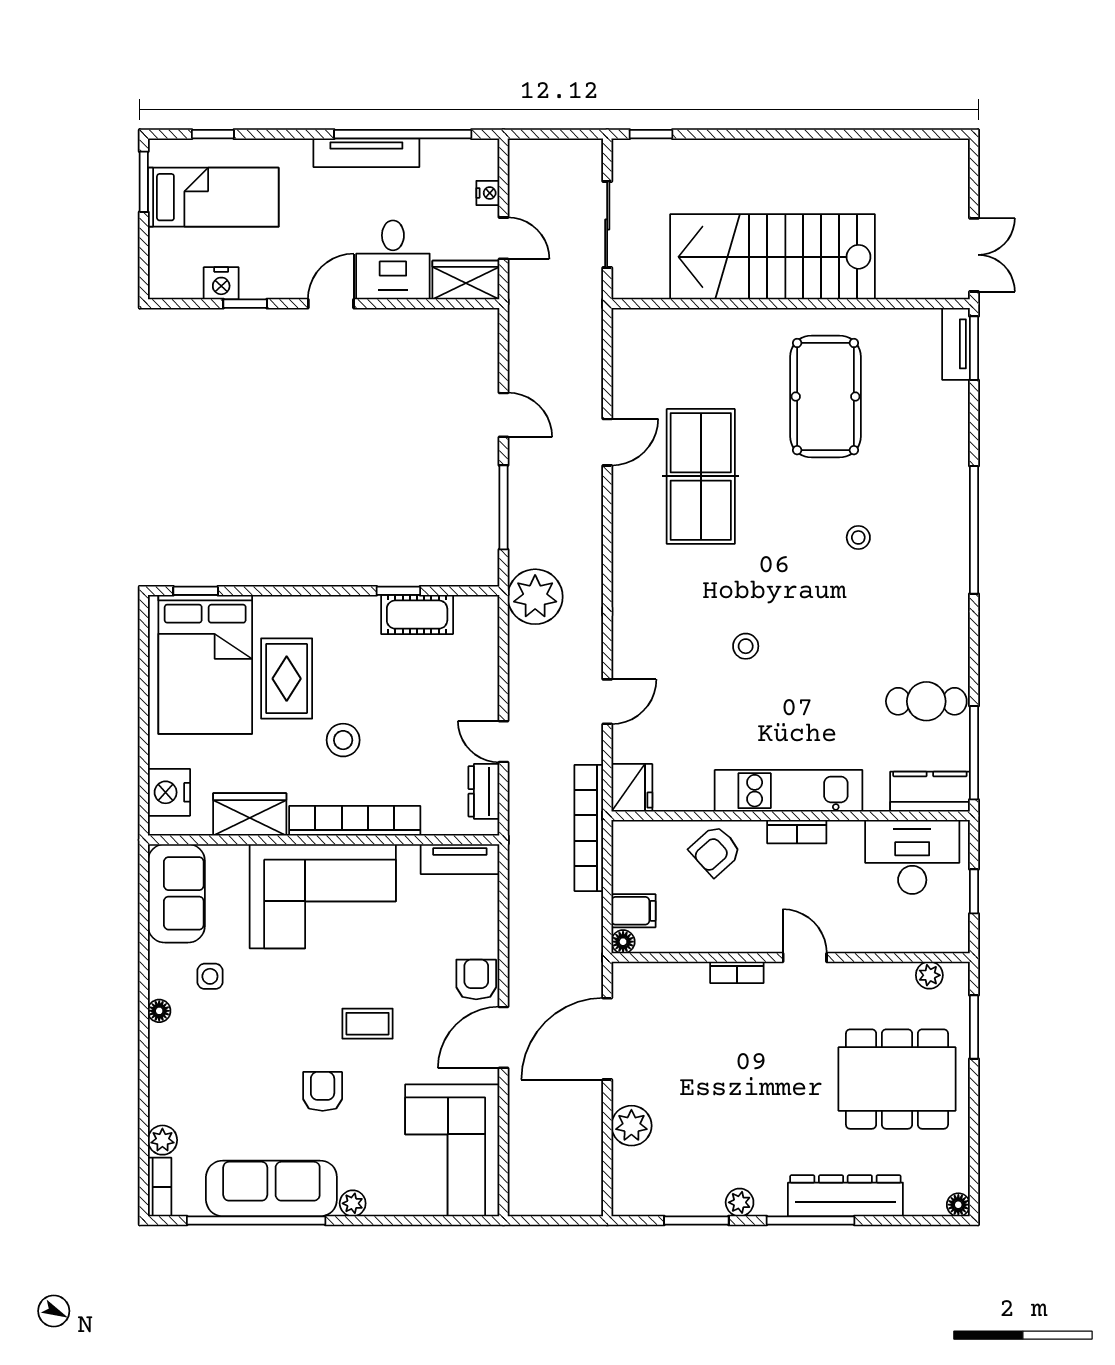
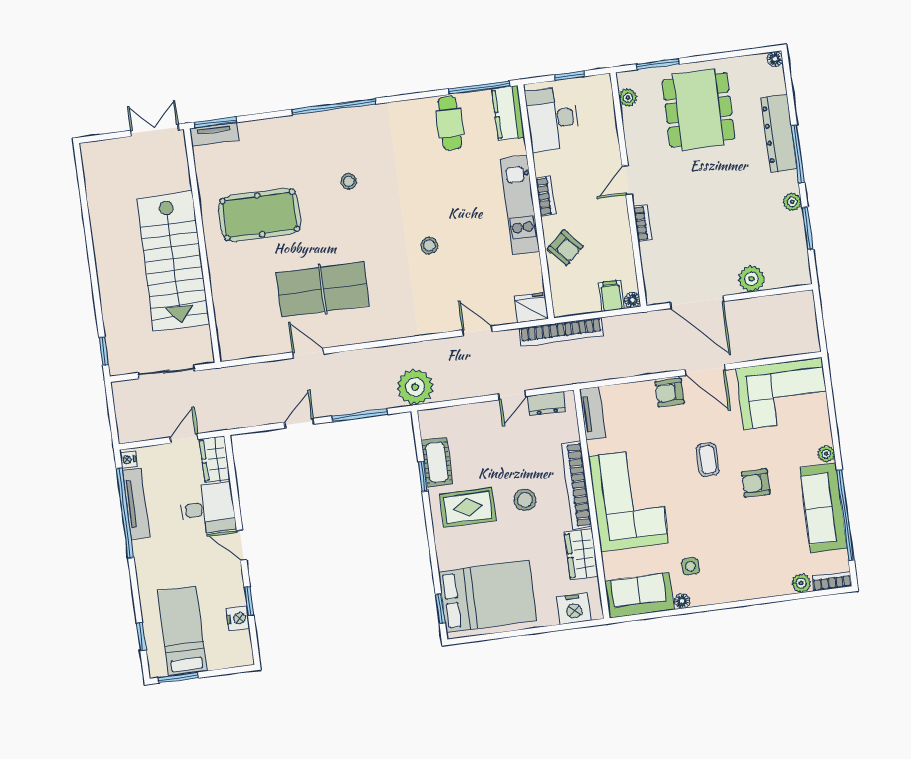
tv unit: (366, 153) -> (136, 504), moved
nightstand: (488, 193) -> (128, 460), moved, turned -90
rug: (287, 679) -> (468, 507), moved
floor lamp: (159, 1011) -> (682, 601), moved

